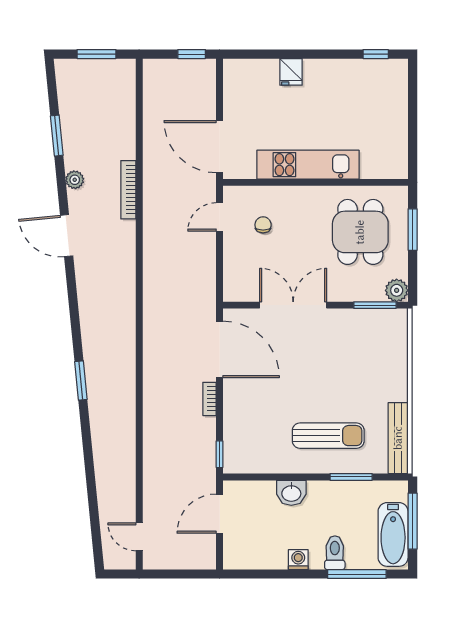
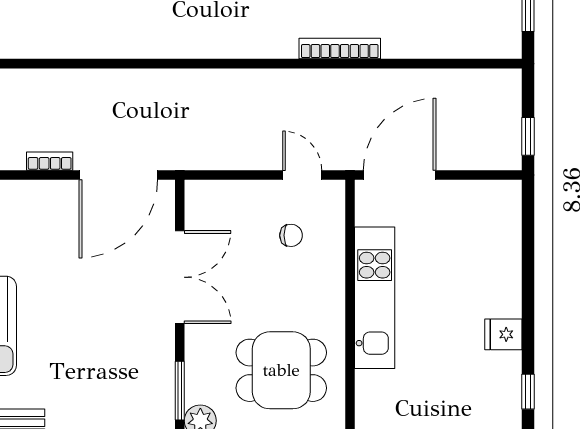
fridge: (291, 72) -> (503, 334), moved

